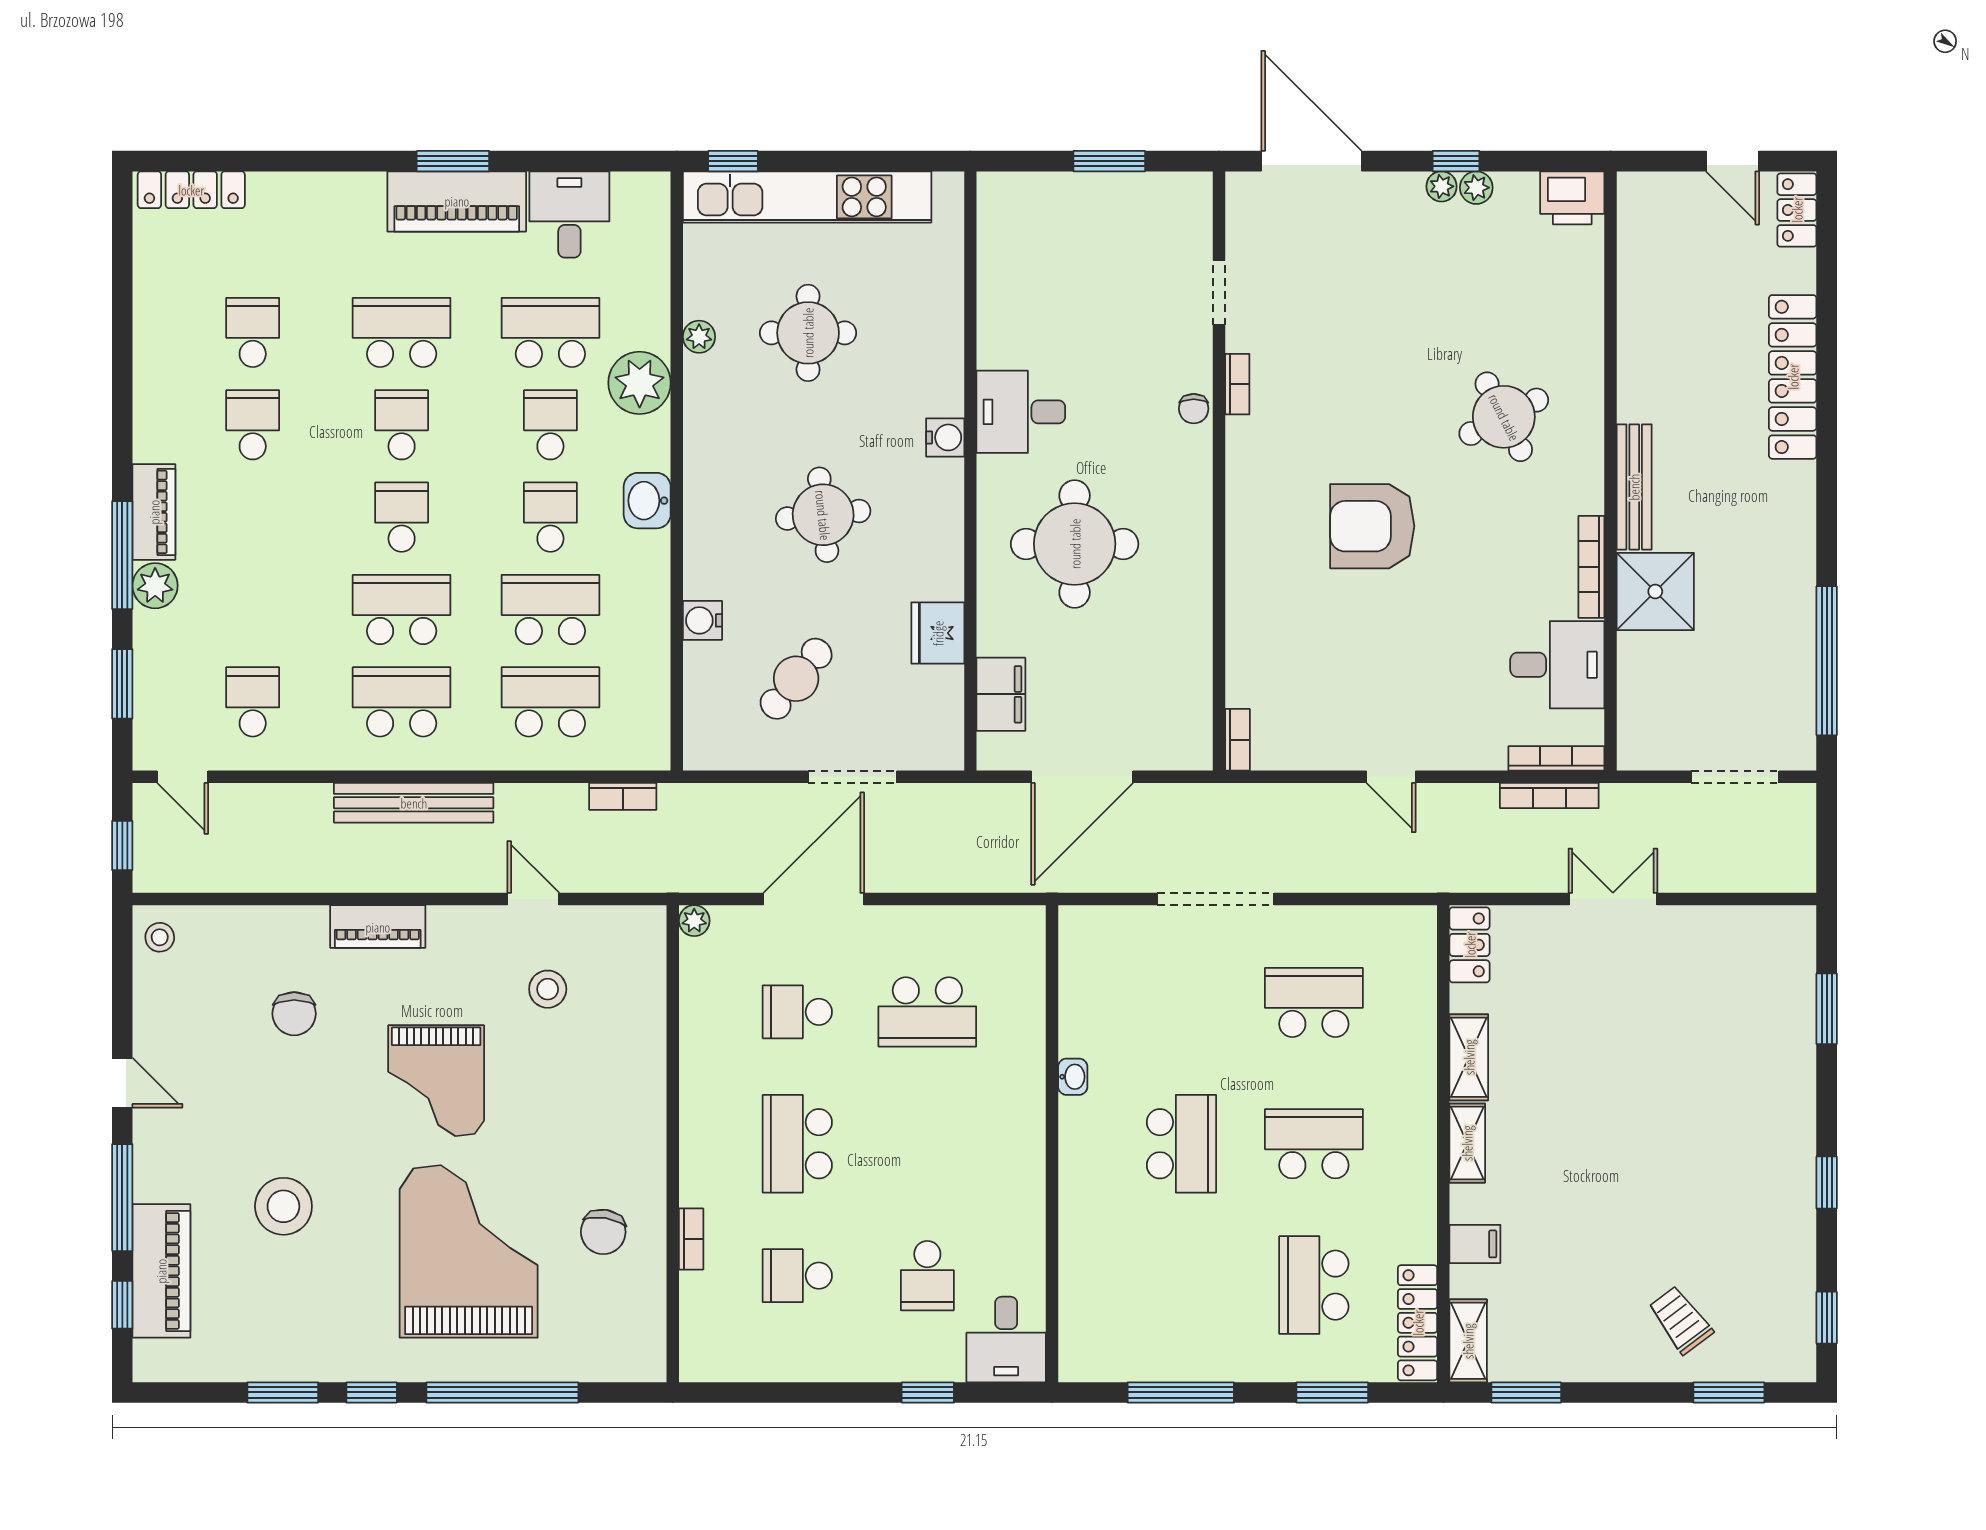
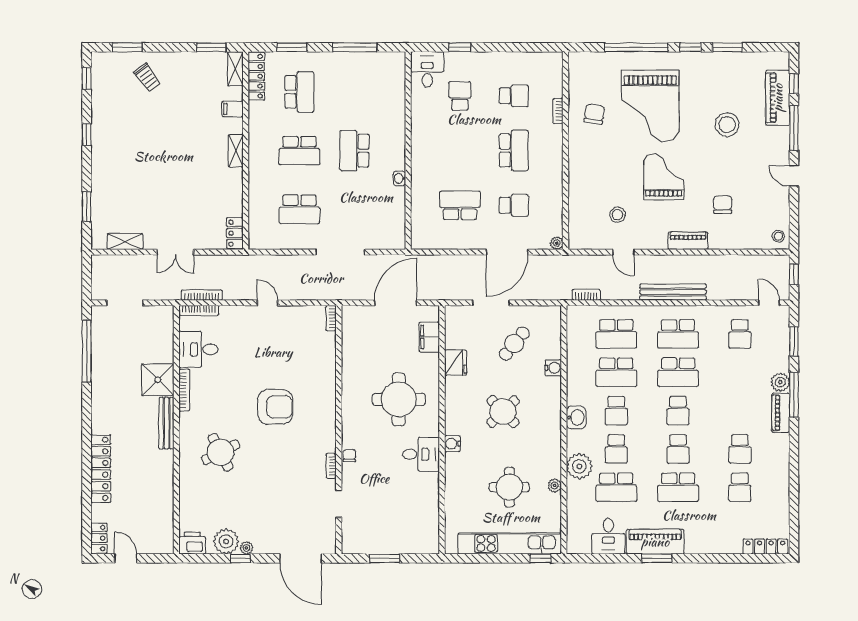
plant: (1476, 188) -> (226, 541), width x1.88, depth x1.88
round table: (823, 515) -> (503, 412), turned -38
shelving: (1469, 1057) -> (125, 242), moved, turned 90

